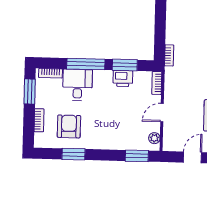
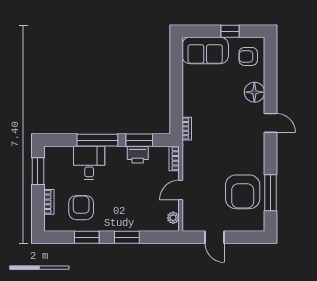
bookcase: (51, 73) -> (60, 151), removed
window: (137, 156) -> (127, 237), moved
door: (192, 157) -> (215, 237), swing flipped

